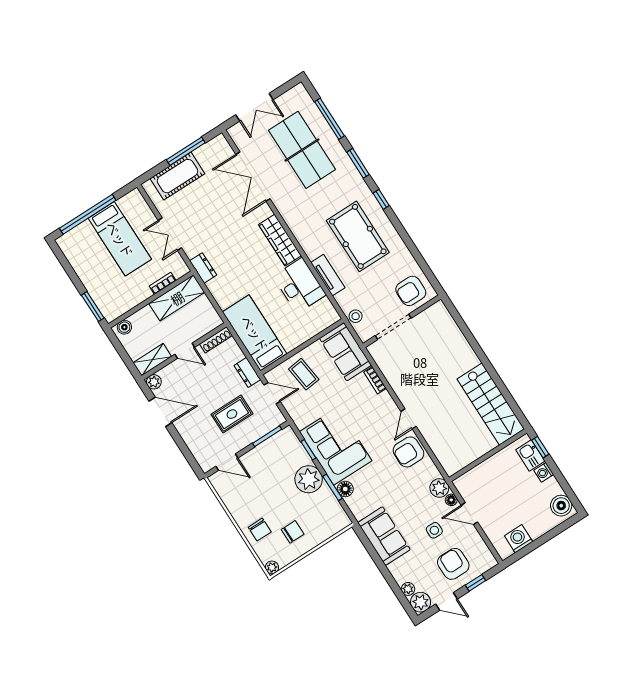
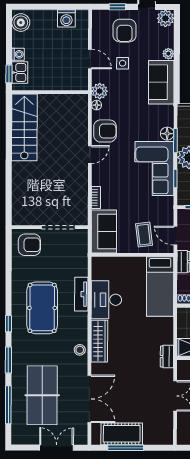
cot: (177, 176) -> (122, 434), moved
stool: (356, 316) -> (80, 350), moved
floor lamp: (451, 500) -> (97, 105), moved
plant: (408, 589) -> (168, 54), moved

